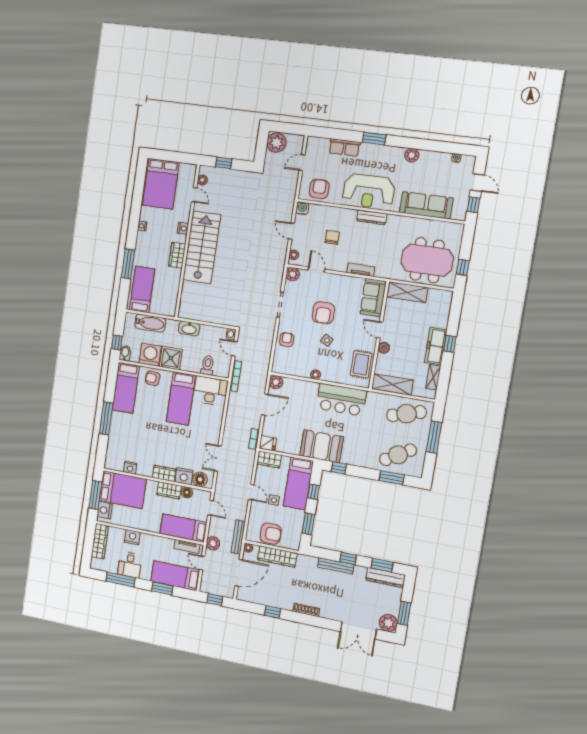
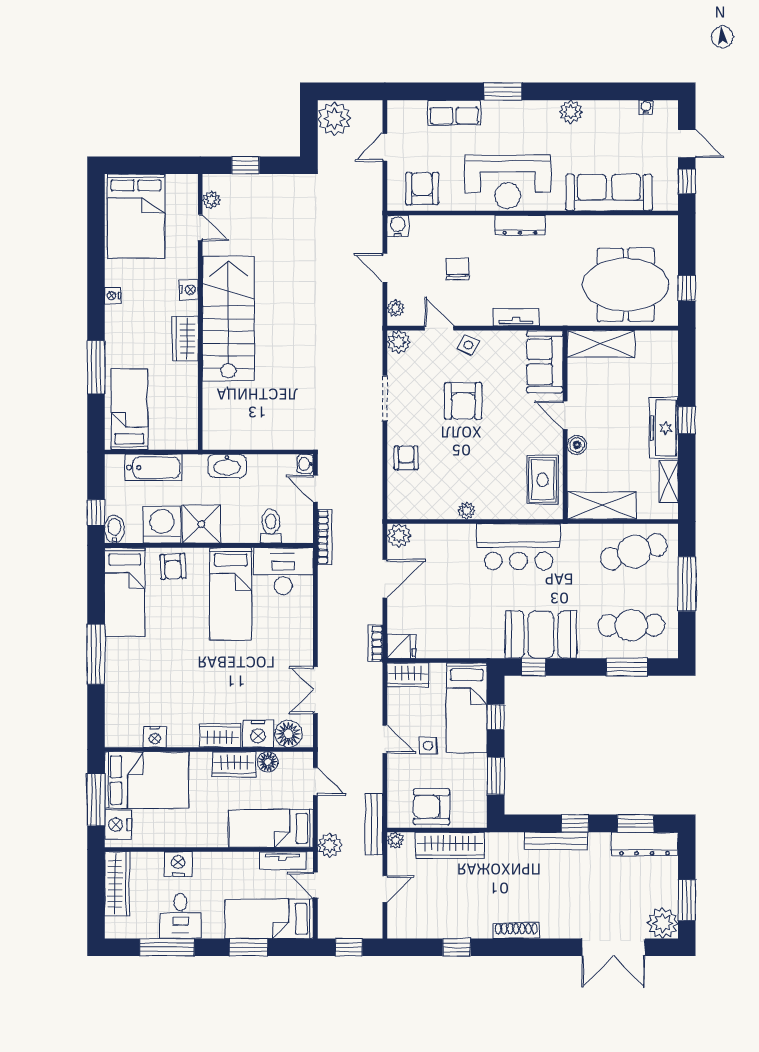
side table: (327, 340) -> (468, 345), moved
armchair: (153, 378) -> (173, 566), turned -99
booth: (322, 446) -> (541, 635), moved
cafe table: (398, 455) -> (631, 625), turned 31
armchair: (271, 534) -> (432, 807), turned 180
door: (239, 573) -> (385, 889), width x0.53

